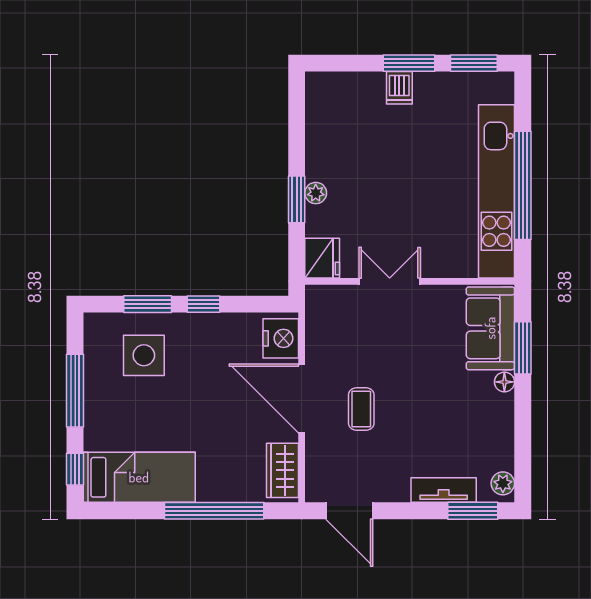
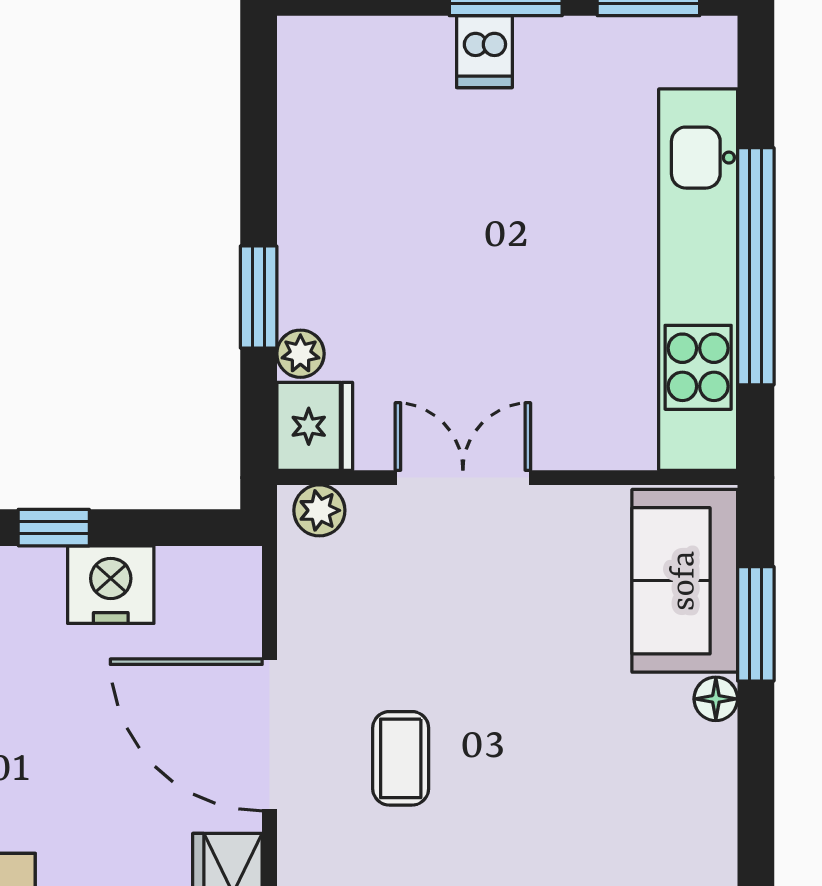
plant: (316, 193) -> (300, 354), moved
plant: (324, 296) -> (319, 510), added
nightstand: (281, 338) -> (111, 585), moved, turned -90

